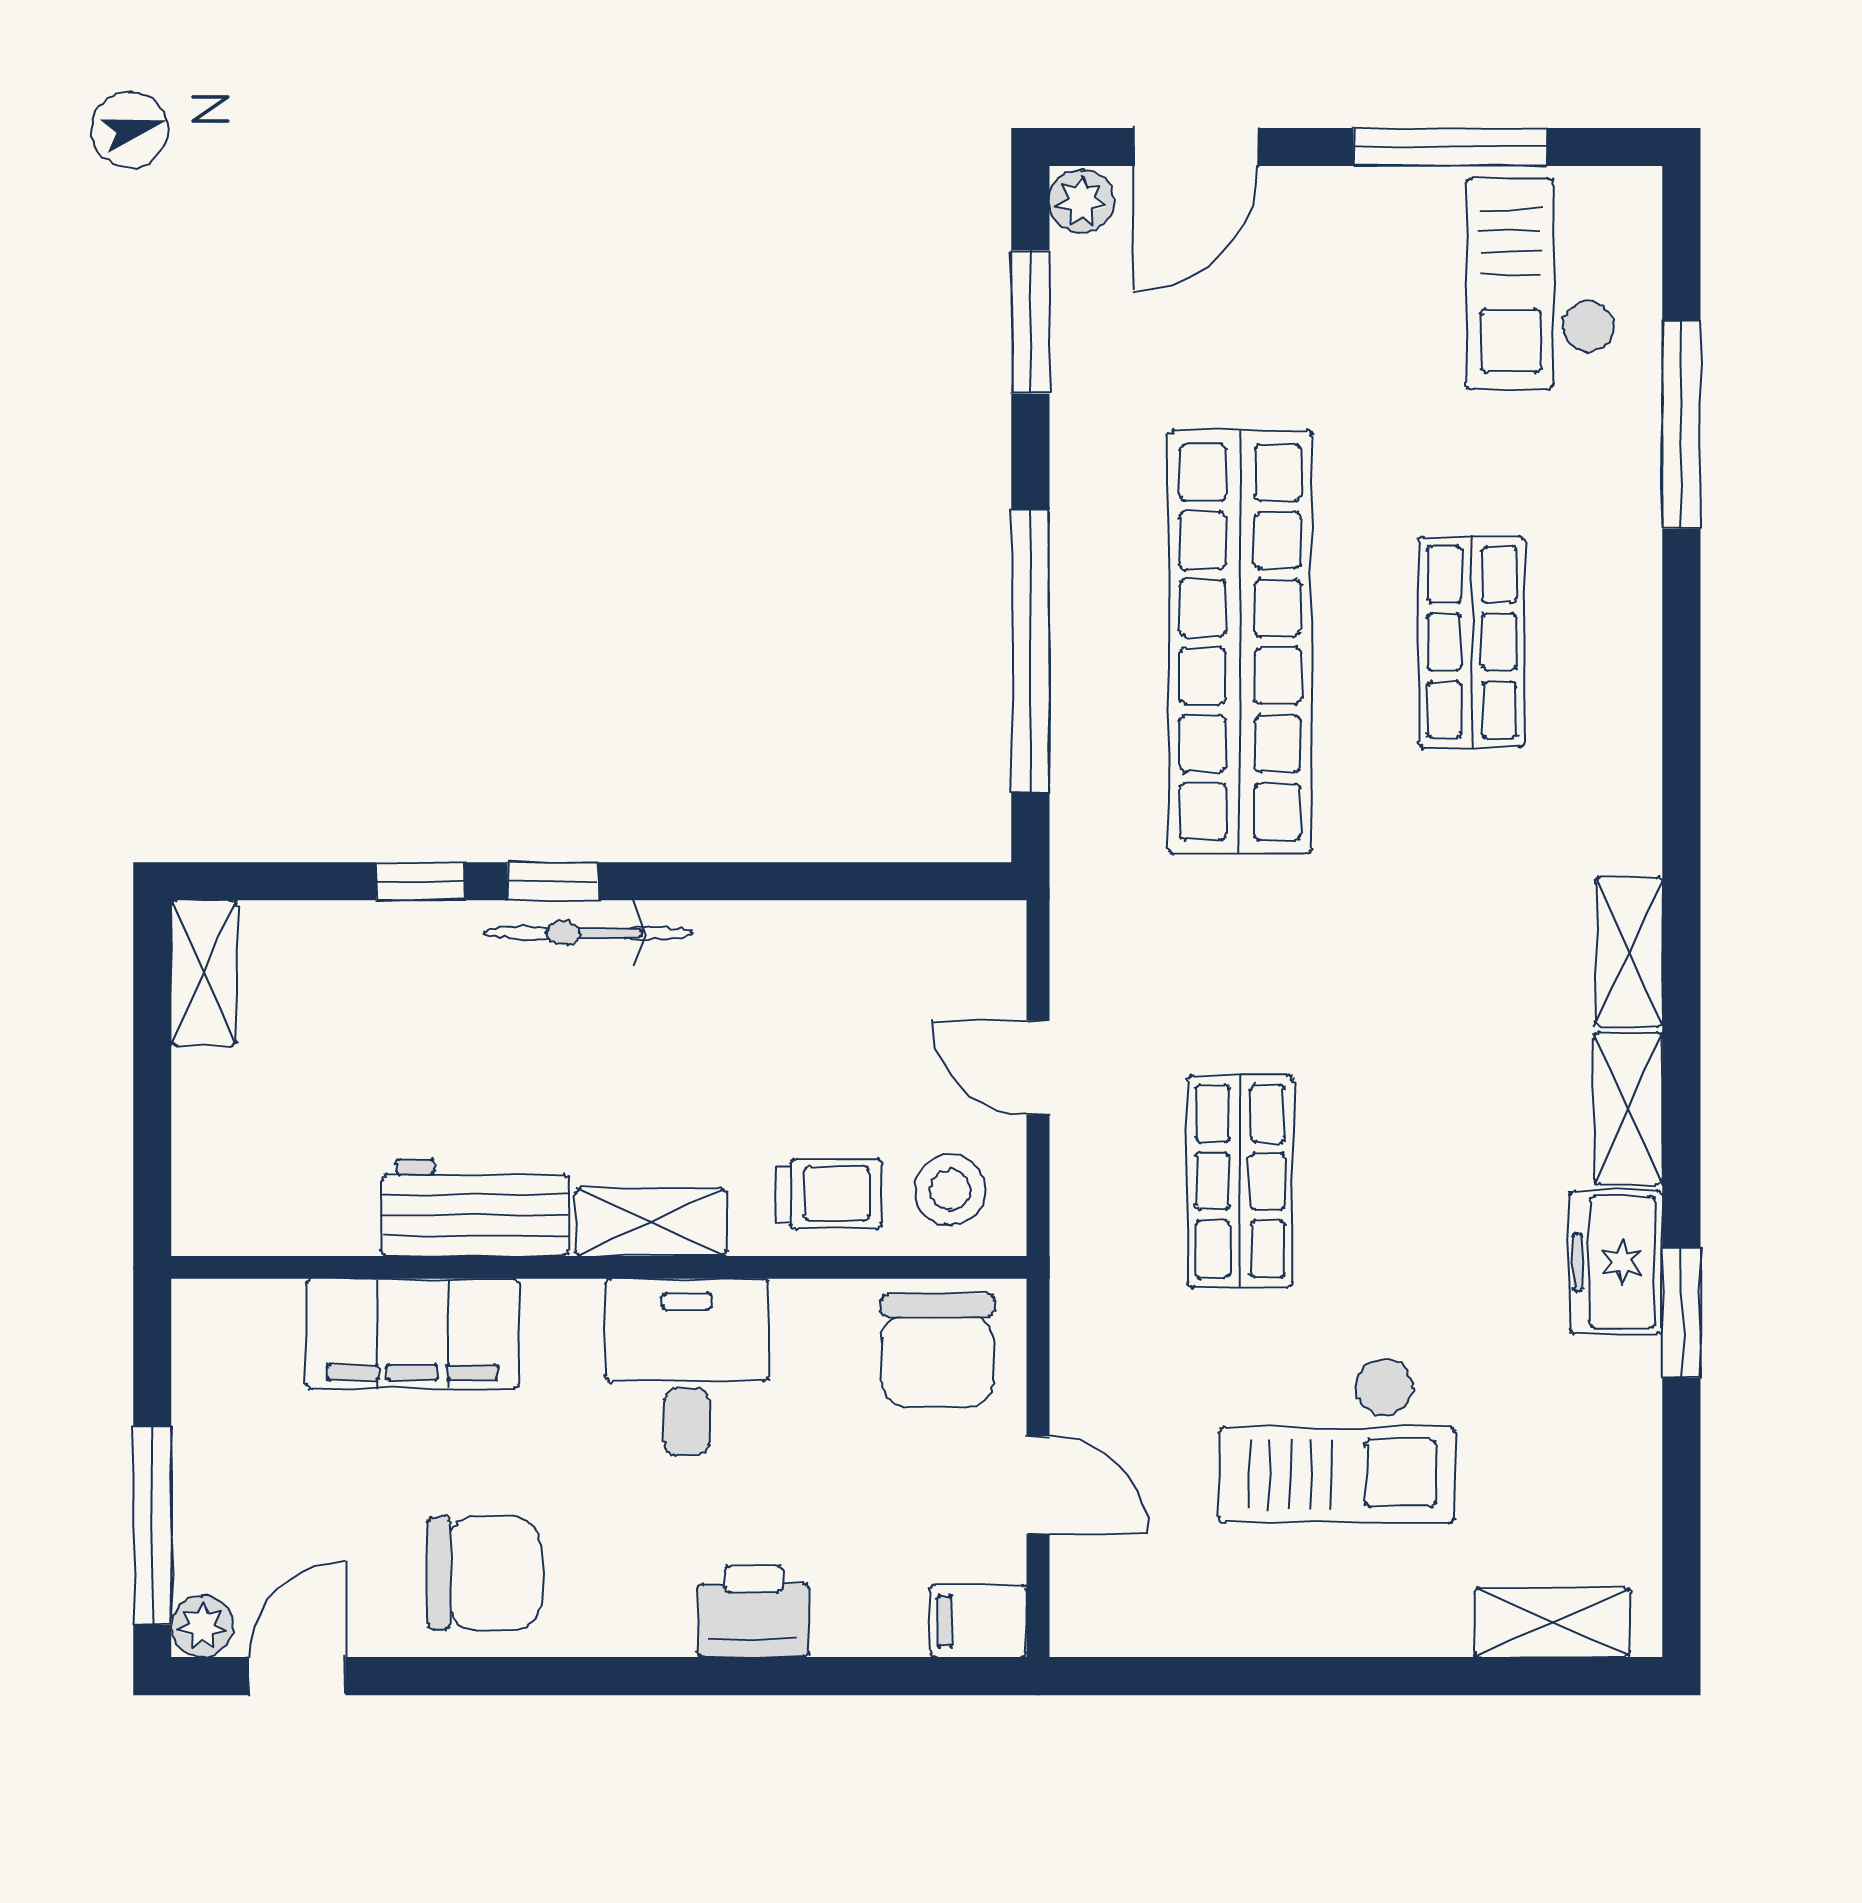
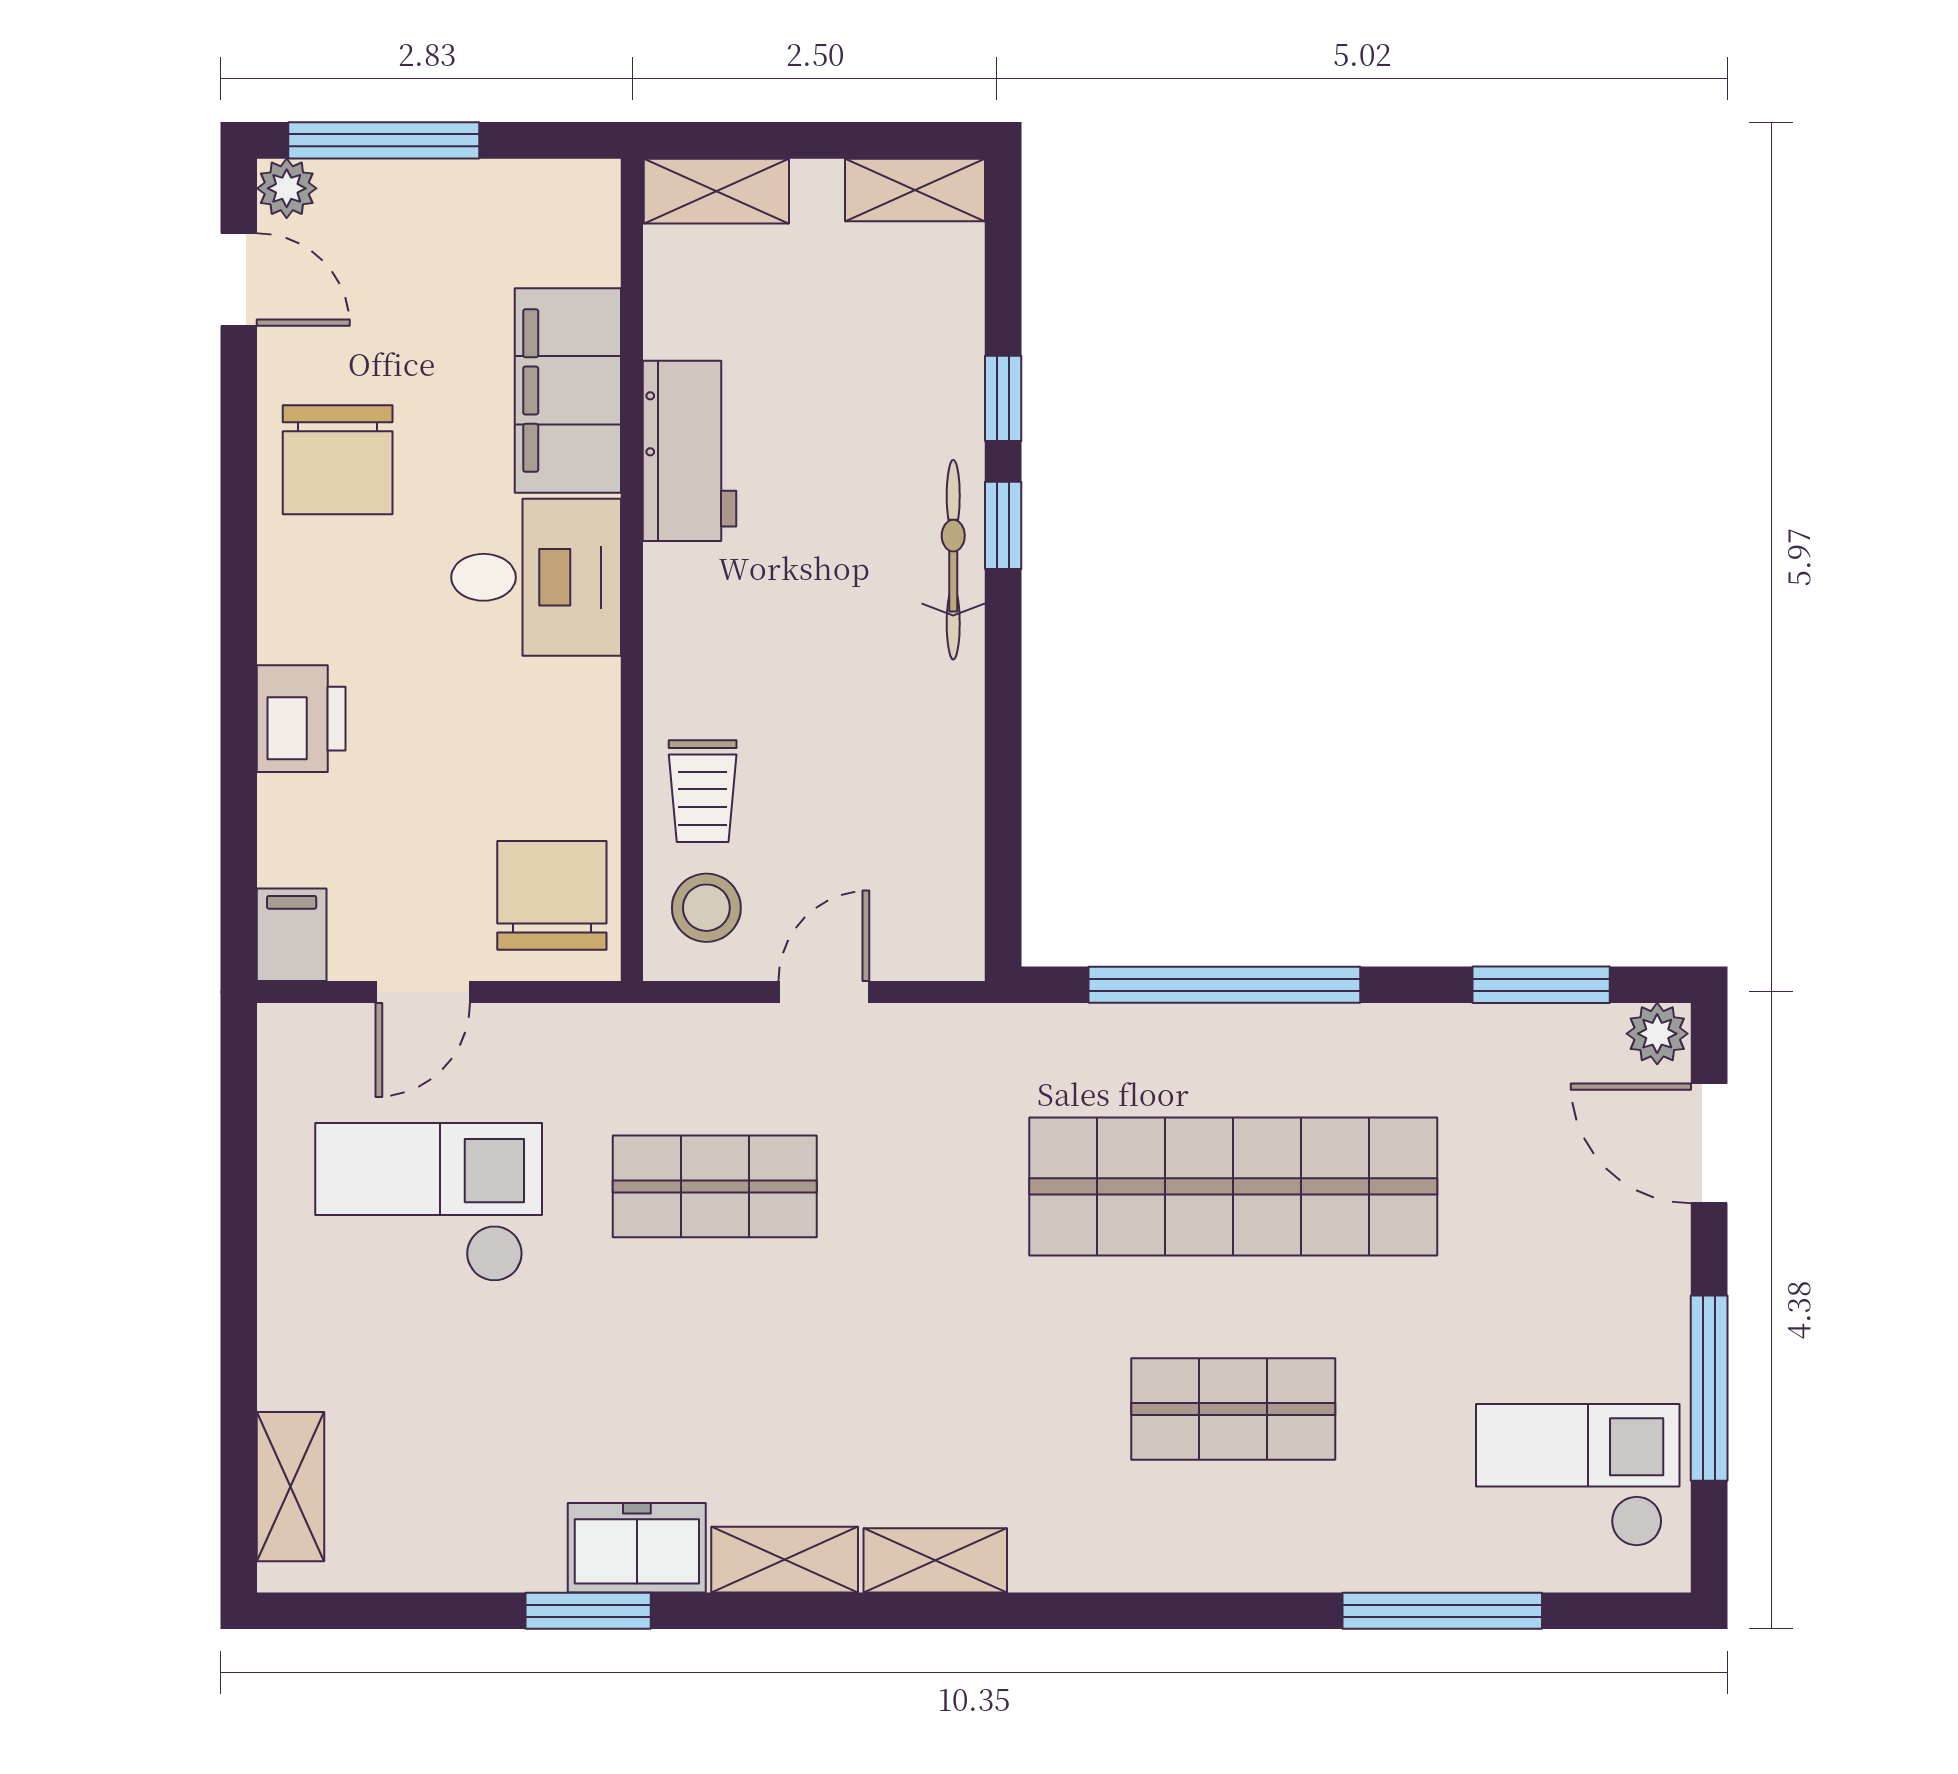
shelving: (651, 1222) -> (716, 191), moved, turned 90
chair: (937, 1350) -> (552, 895), turned 90
desk: (687, 1367) -> (536, 577), moved
checkout: (1337, 1440) -> (429, 1202), moved, turned 90

